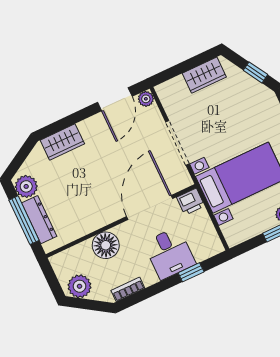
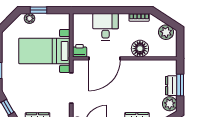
window: (24, 220) -> (180, 85), width x0.69
dresser: (39, 220) -> (171, 86), width x0.70
window: (191, 272) -> (98, 10), removed

